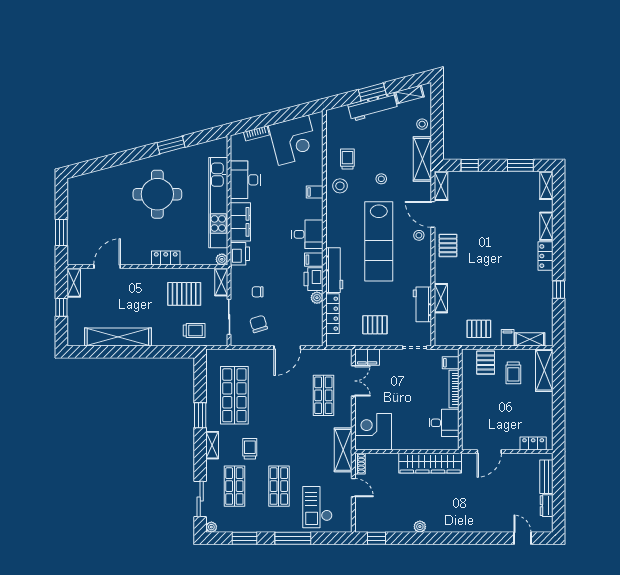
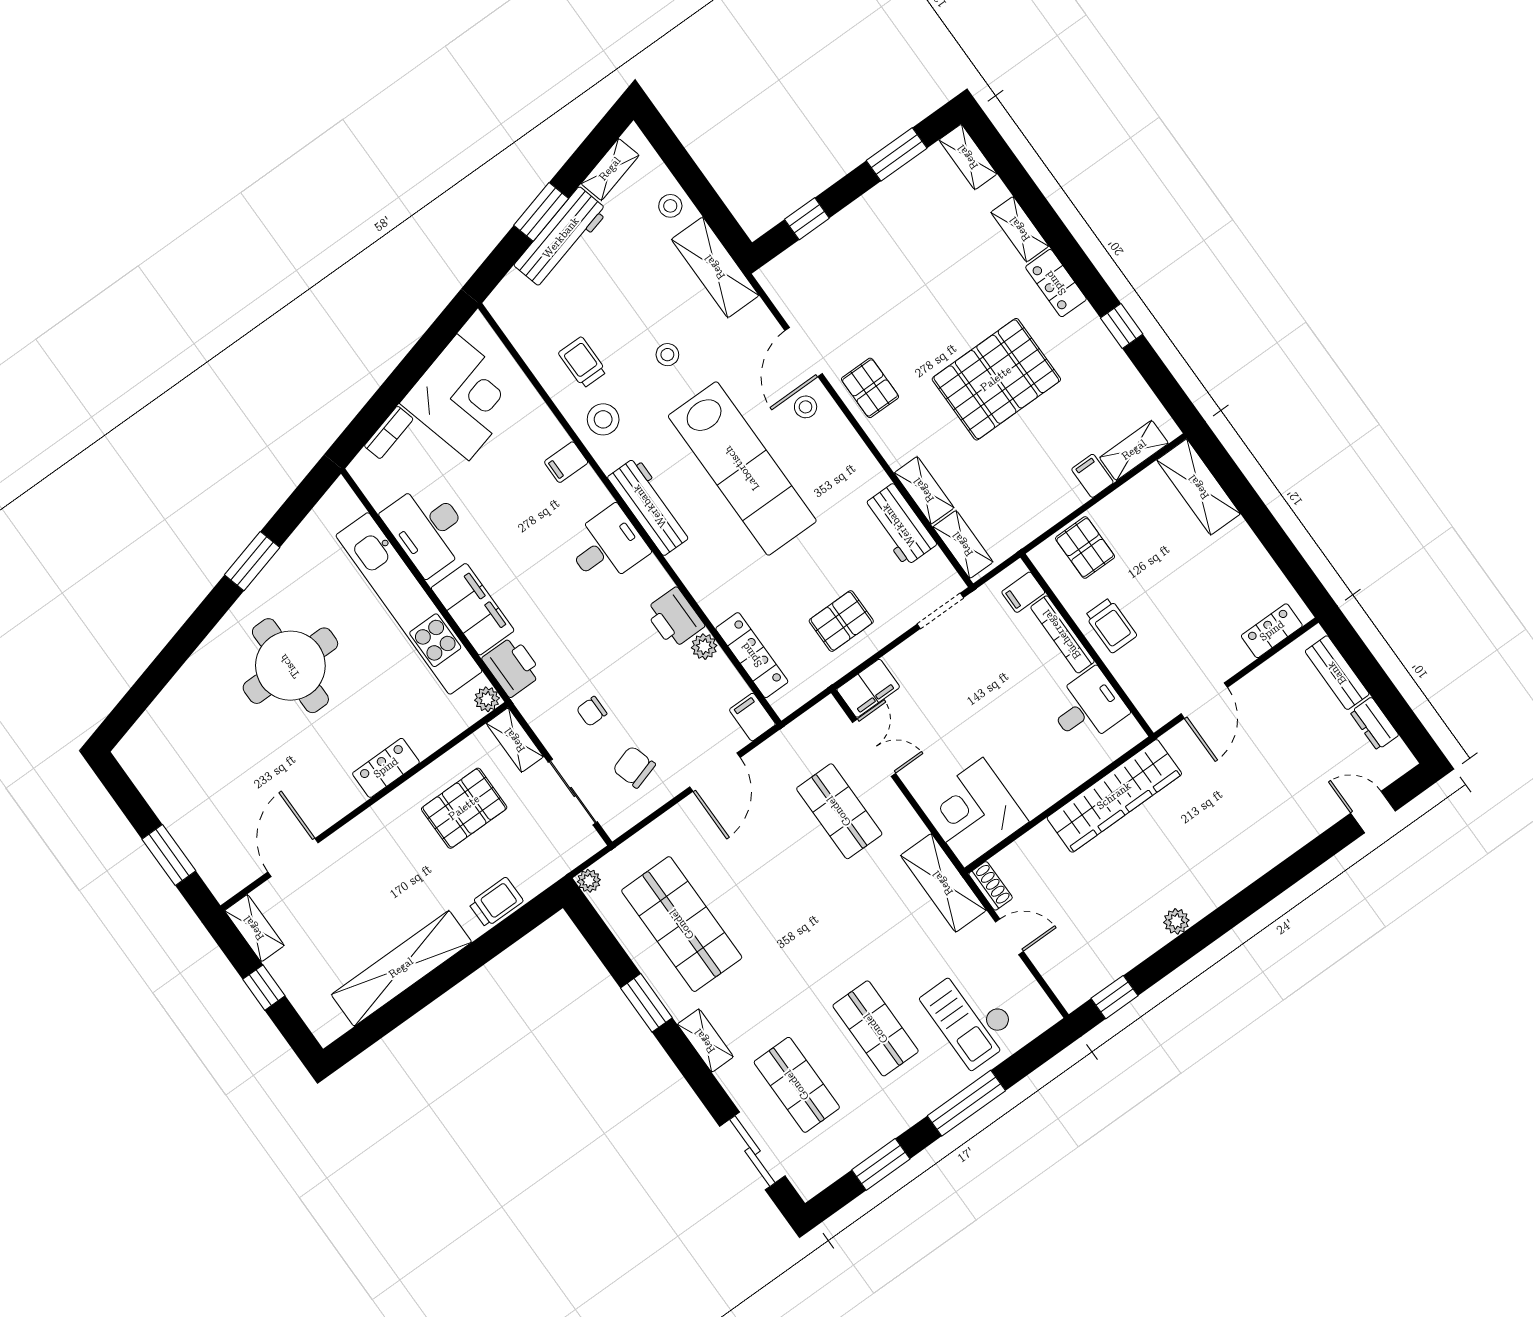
shelving: (441, 186) -> (963, 544), moved
door: (433, 214) -> (804, 352), hinge flipped
filing cabinet: (314, 260) -> (752, 717), moved, turned 90
workbench: (334, 270) -> (650, 506), moved
pallet: (479, 329) -> (996, 379), moved, width x2.05, depth x2.00
trolley: (194, 330) -> (496, 902), moved
trolley: (513, 373) -> (1111, 625), moved
trolley: (250, 449) -> (777, 999), removed
plant: (211, 527) -> (589, 881), moved

